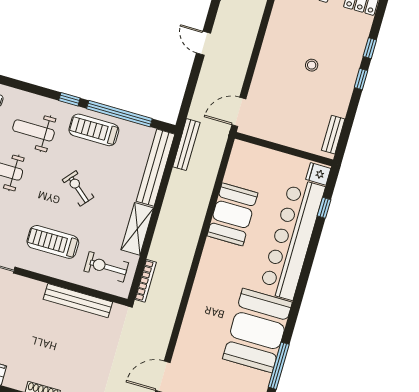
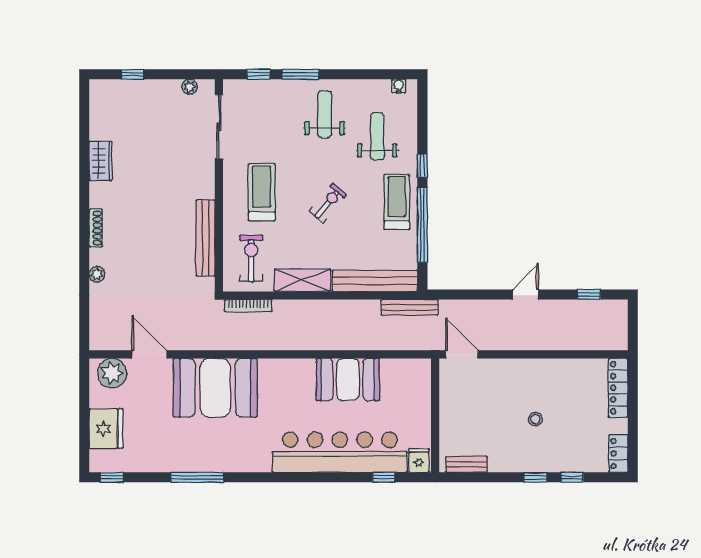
booth: (257, 331) -> (215, 388), moved

